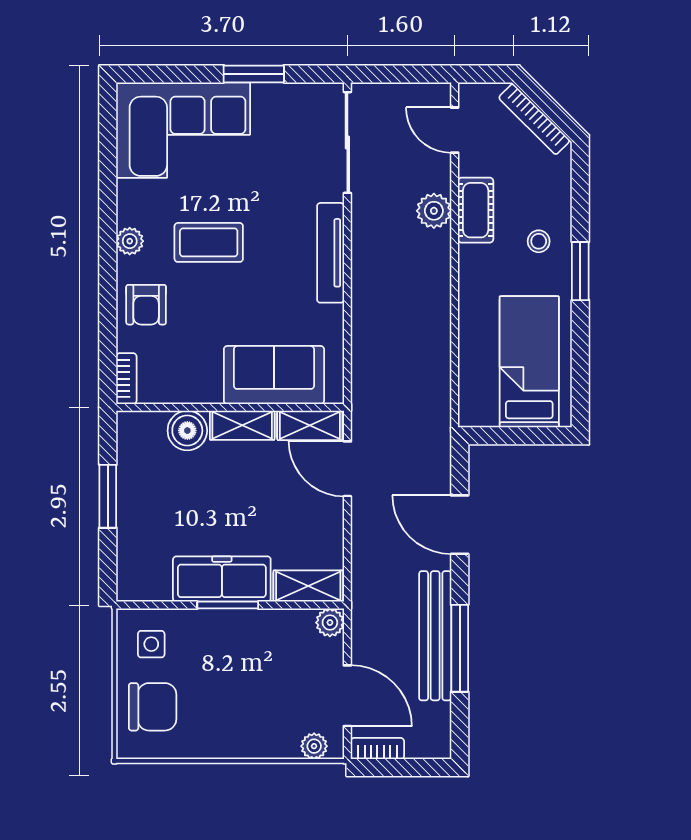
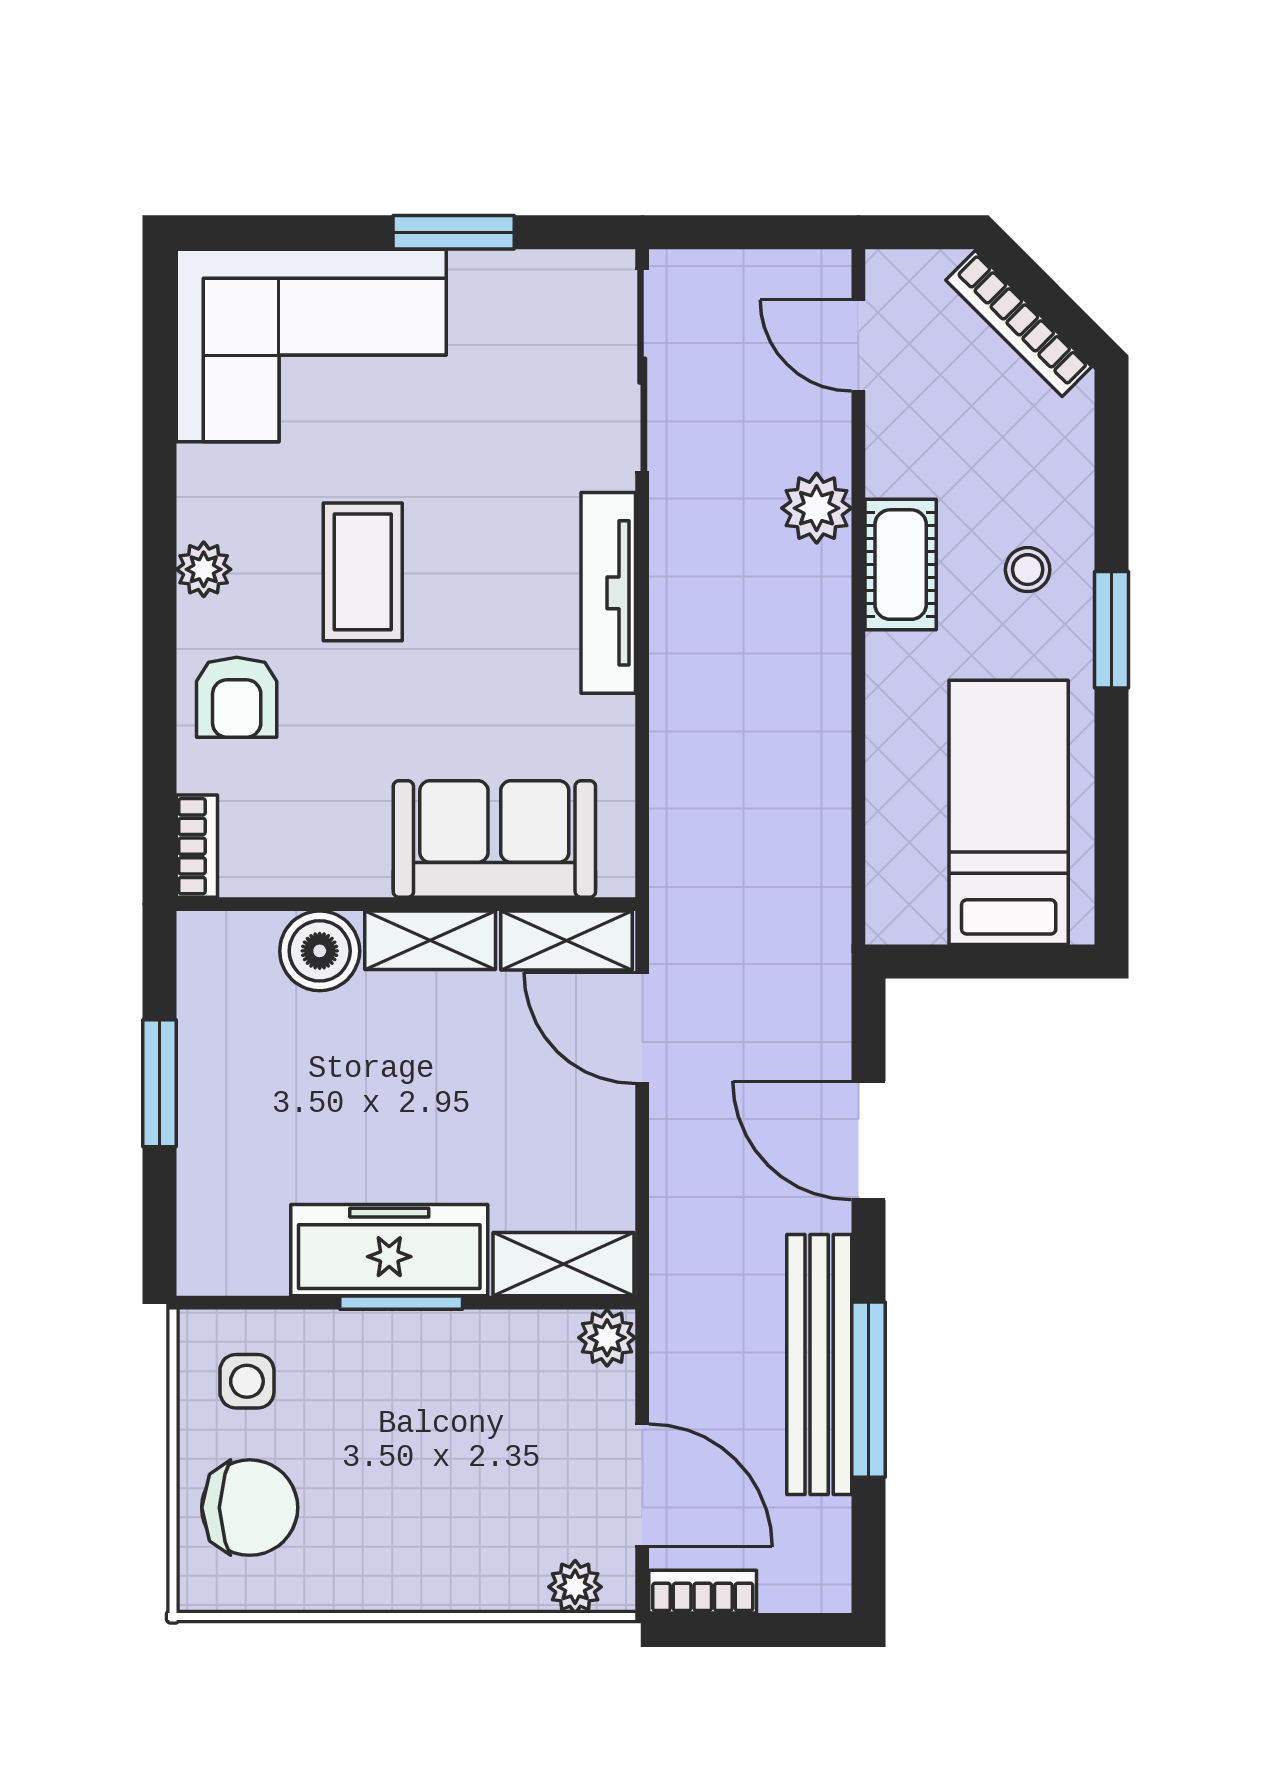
cot: (476, 210) -> (901, 565), moved
coffee table: (209, 242) -> (363, 572), turned 90

